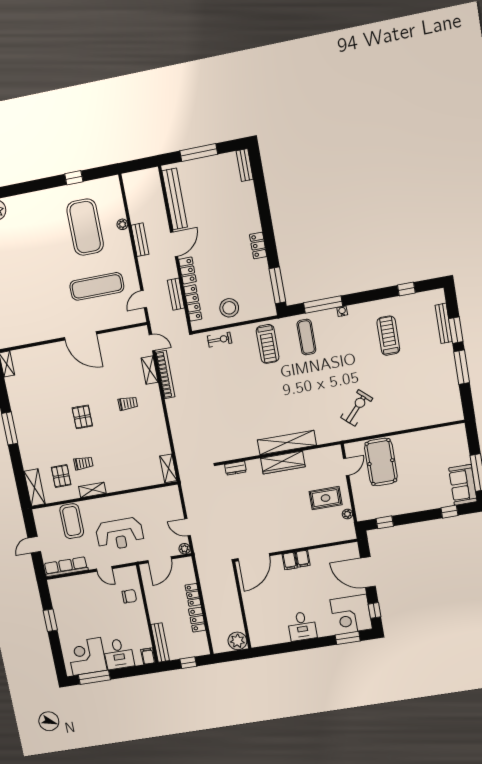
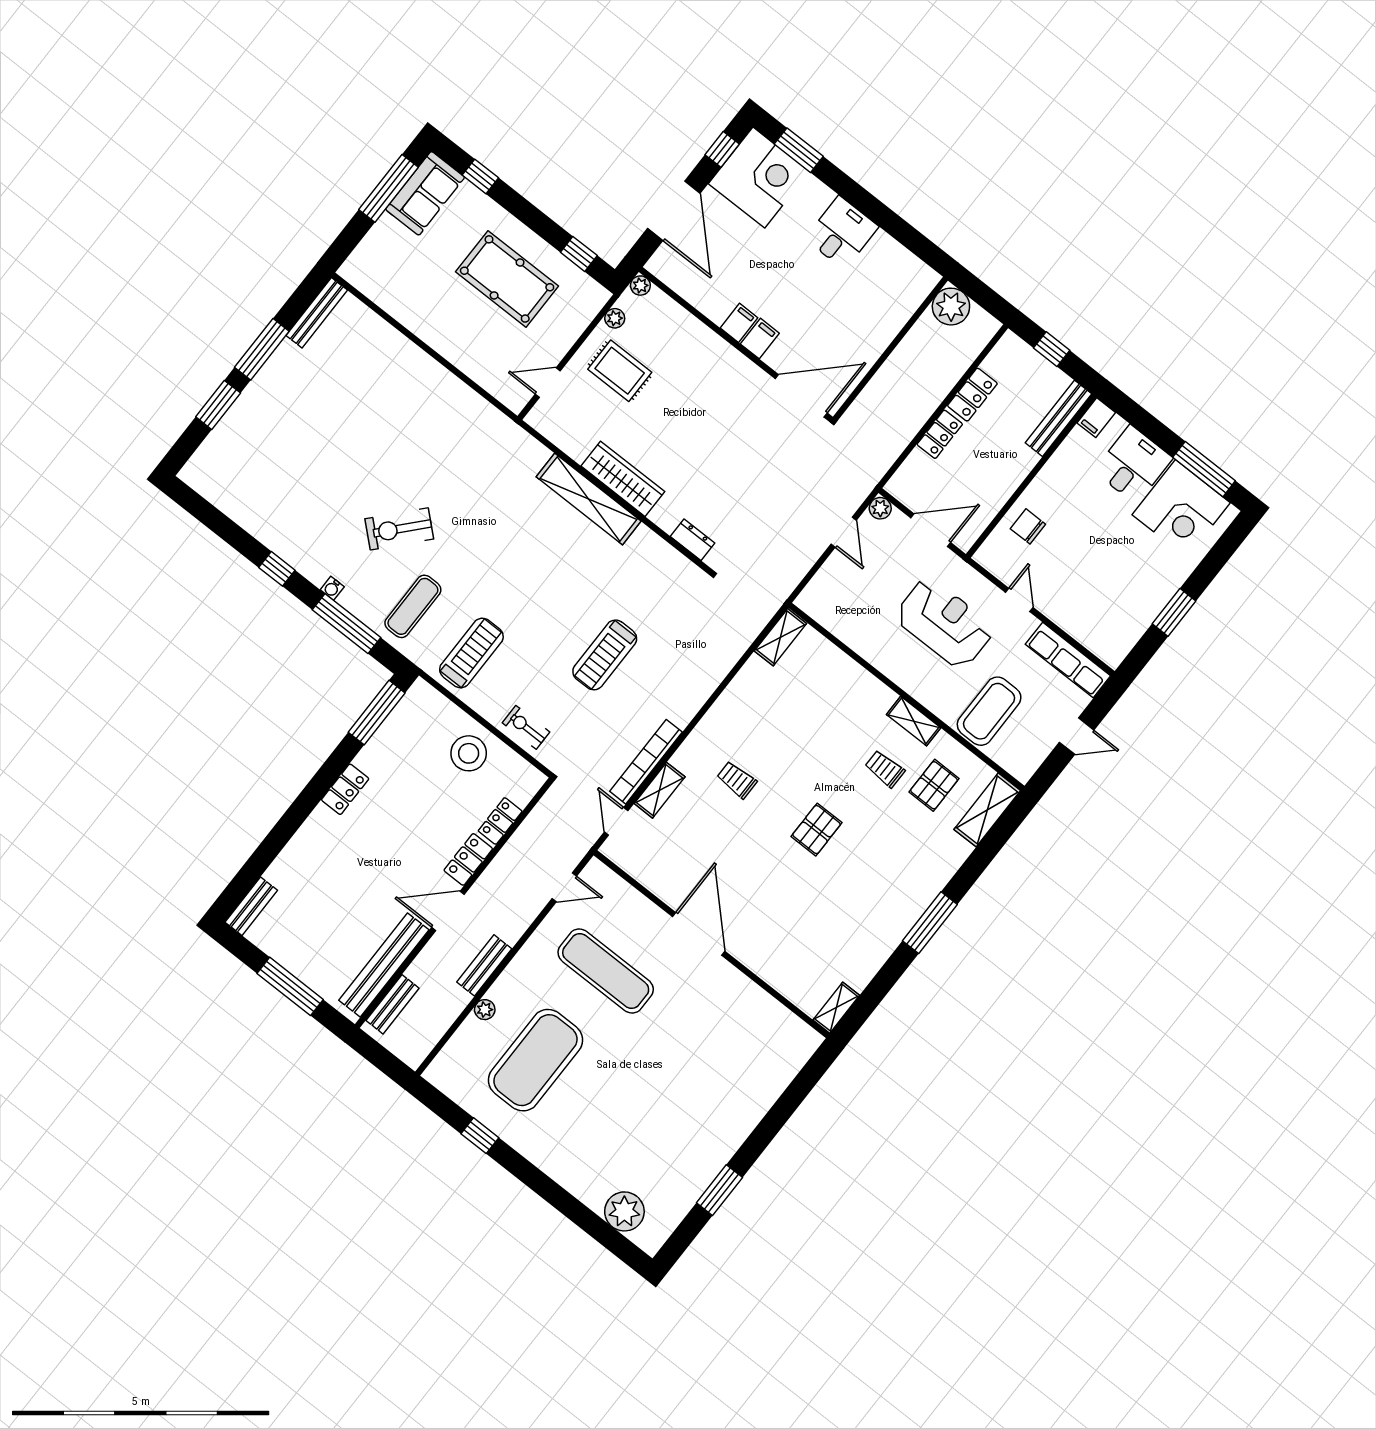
window: (406, 289) -> (277, 569), moved
bench: (176, 294) -> (393, 1004), moved
locker: (193, 303) -> (500, 821), width x0.66
bench: (444, 323) -> (317, 313), moved
treadmill: (388, 336) -> (605, 655), moved
exercise bike: (357, 408) -> (399, 529), moved
pool table: (381, 462) -> (507, 279), moved, turned 90
plant: (351, 535) -> (640, 286), added

